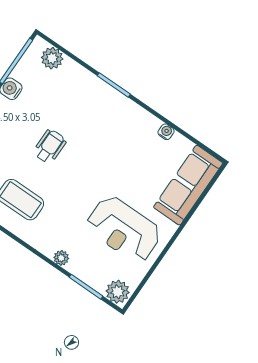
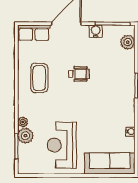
plant: (118, 292) -> (25, 136), moved

